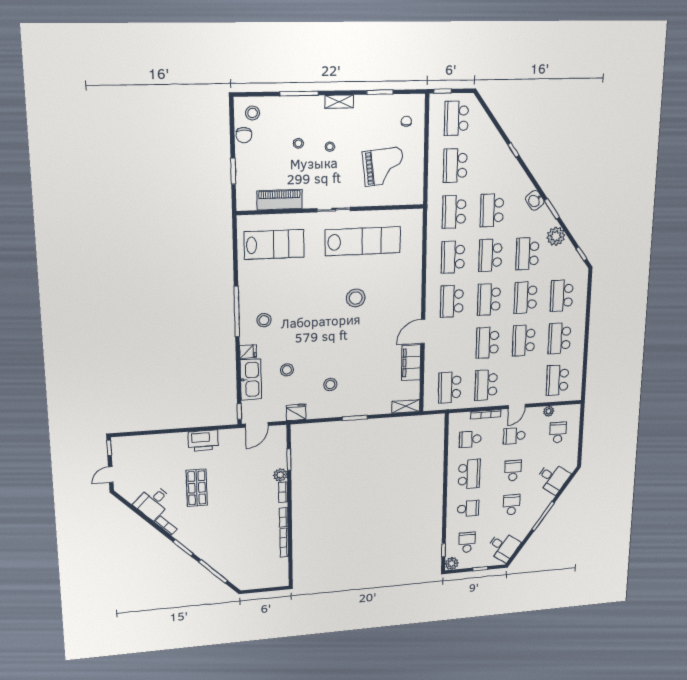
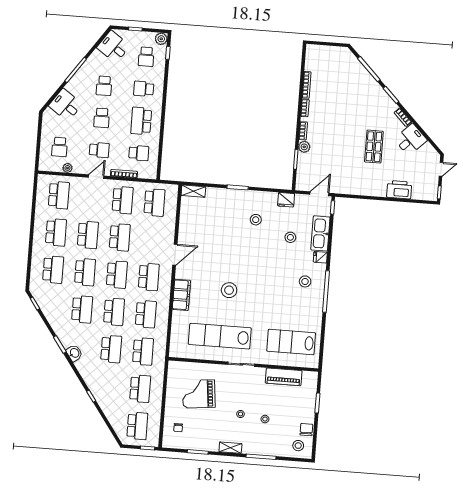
plant: (556, 236) -> (57, 321), removed
filing cabinet: (411, 363) -> (181, 295), moved
printer: (203, 441) -> (399, 190), moved

